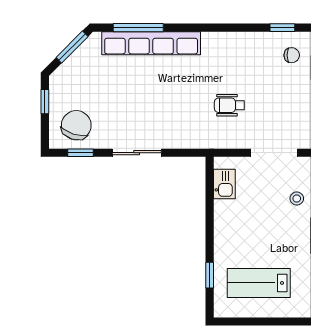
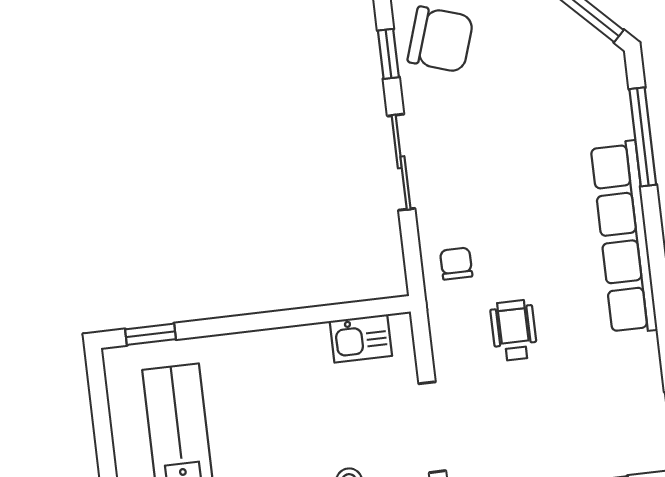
row of seats: (151, 43) -> (624, 238), moved
chair: (292, 55) -> (456, 264), moved, turned 180
window: (210, 275) -> (151, 334), moved

